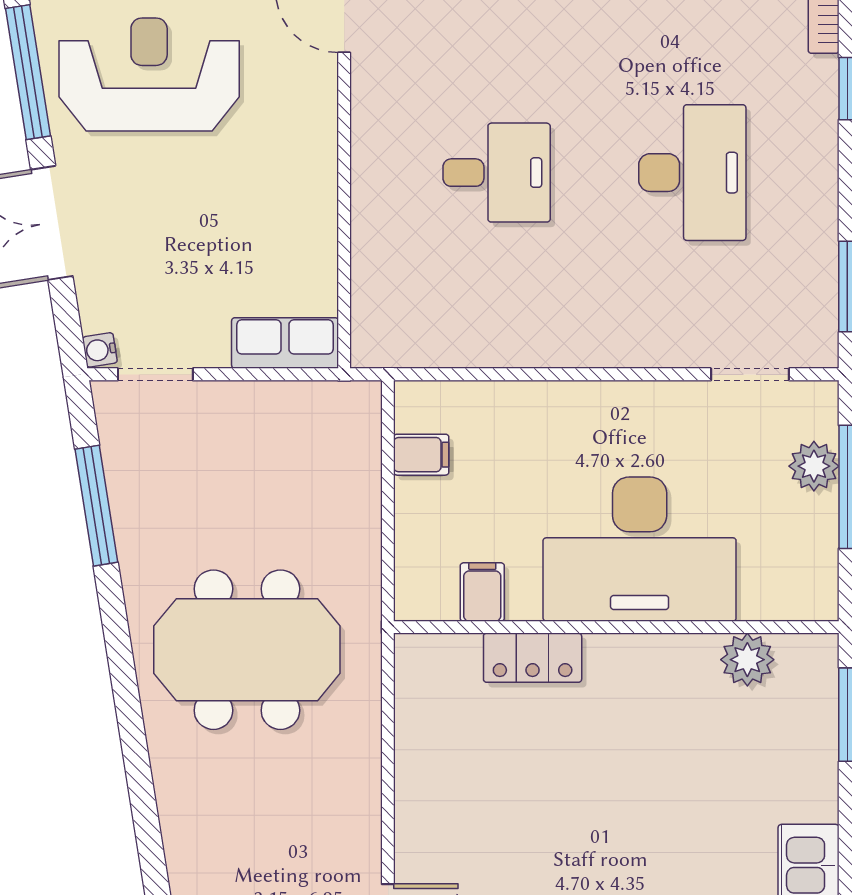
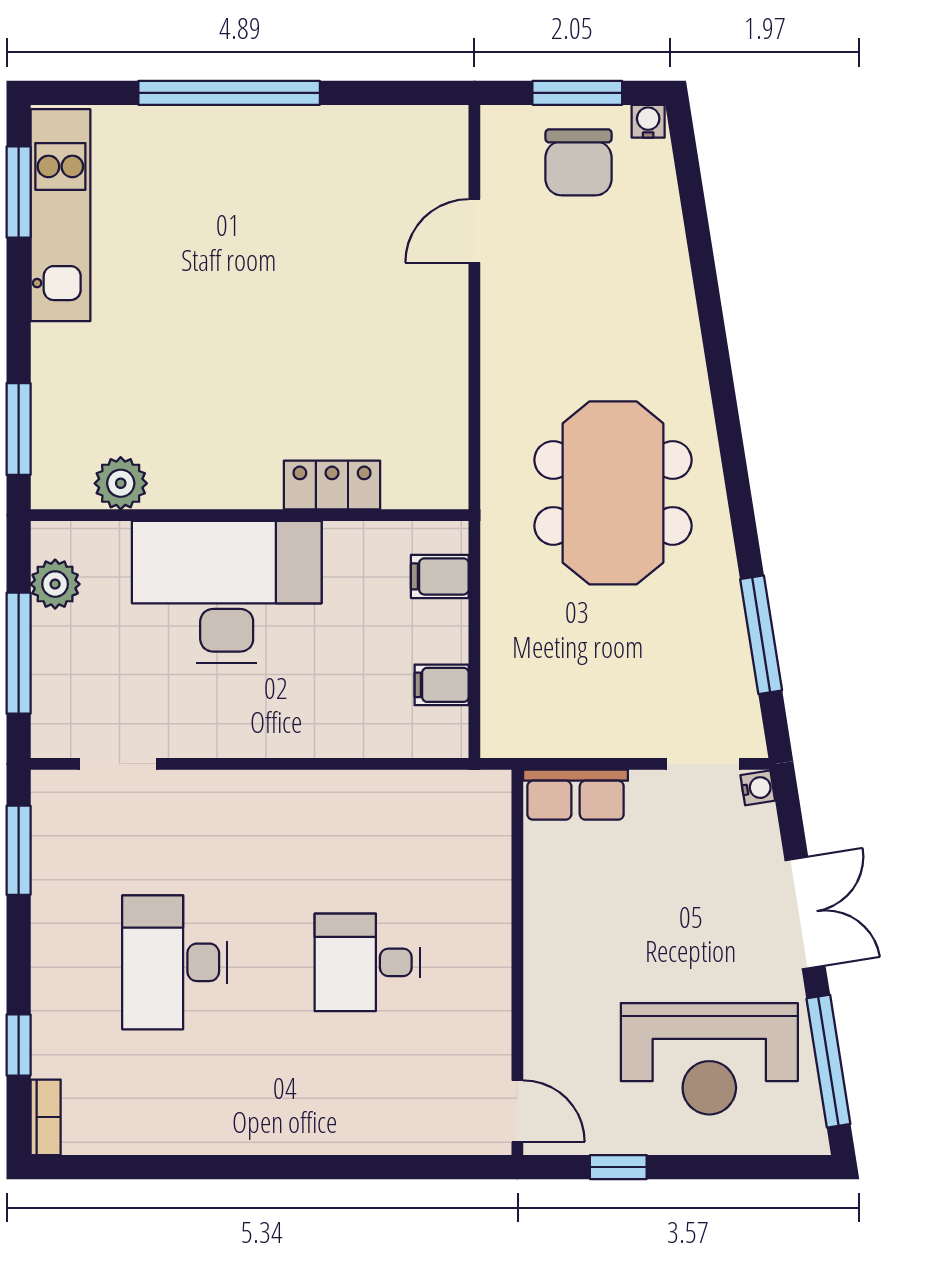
plant: (814, 466) -> (55, 584), moved
filing cabinet: (482, 592) -> (440, 576), moved, turned 90
meeting table: (247, 650) -> (613, 493), turned 90

